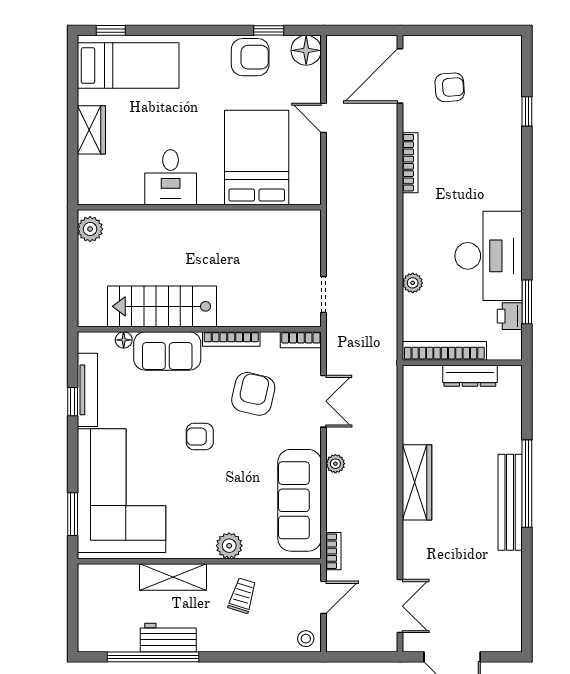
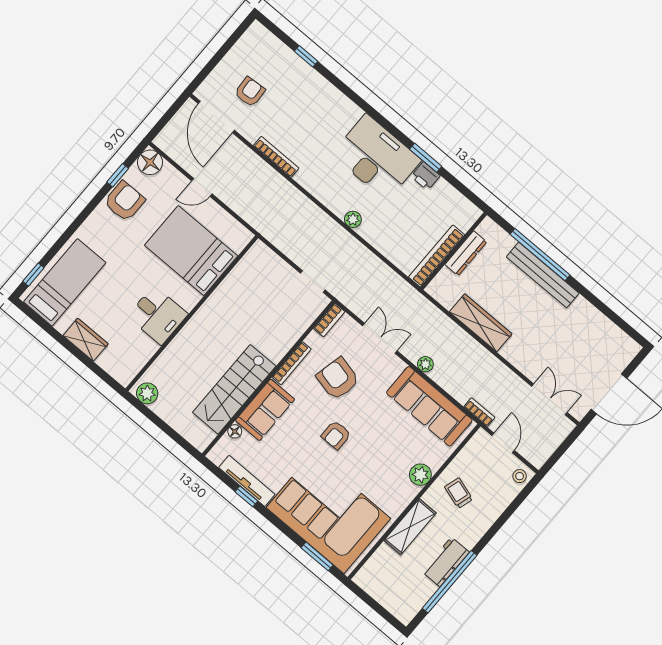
bookcase: (444, 351) -> (437, 256), moved
wall: (462, 363) -> (454, 251), moved
dresser: (470, 376) -> (466, 253), moved

